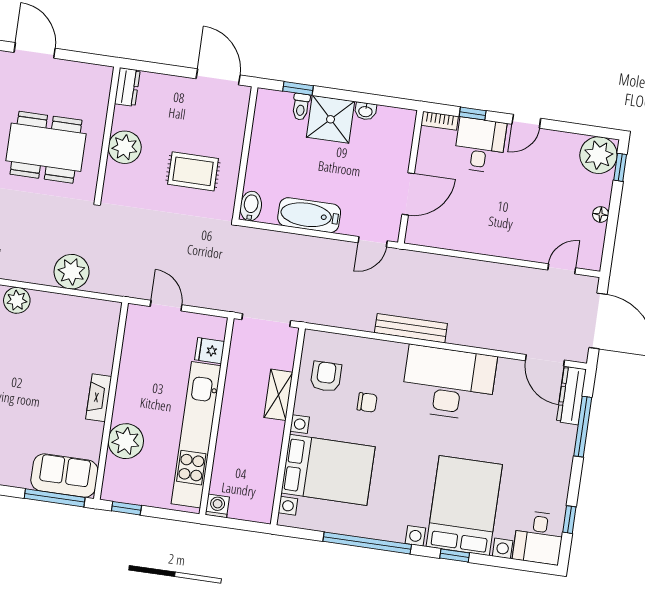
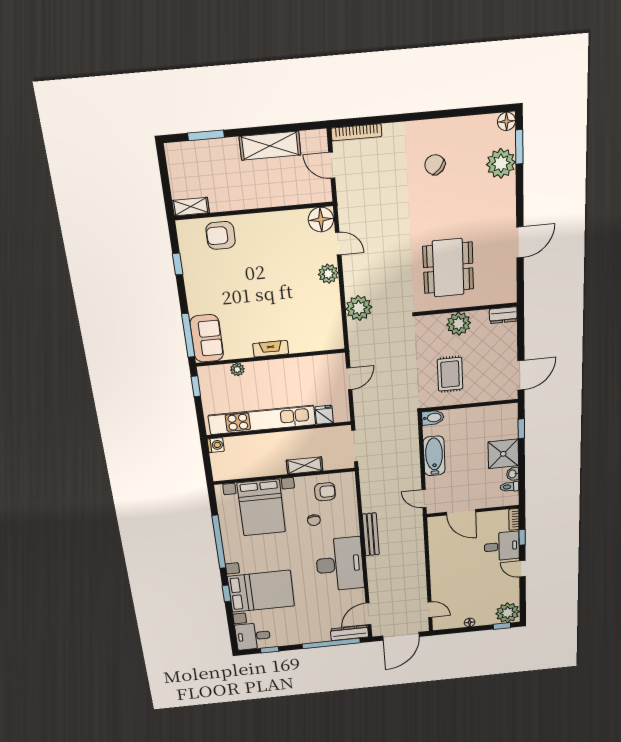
toilet: (301, 107) -> (510, 487), moved
window: (583, 427) -> (331, 643), width x1.46
plant: (126, 441) -> (237, 369), width x0.53, depth x0.53

